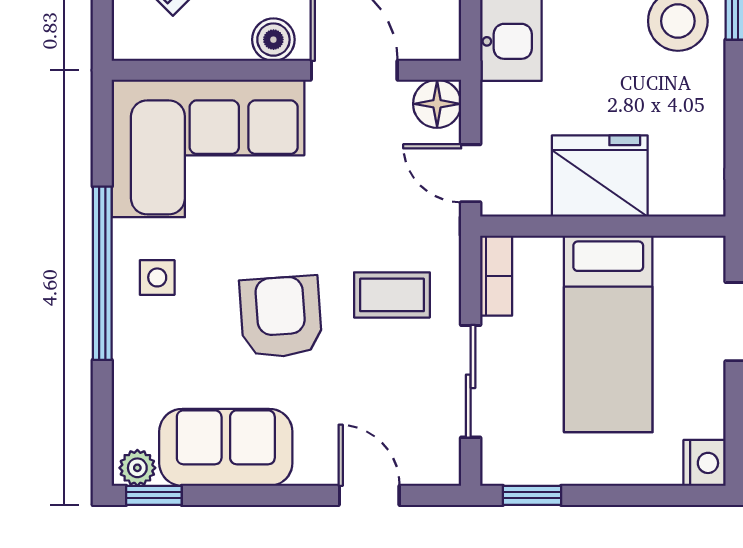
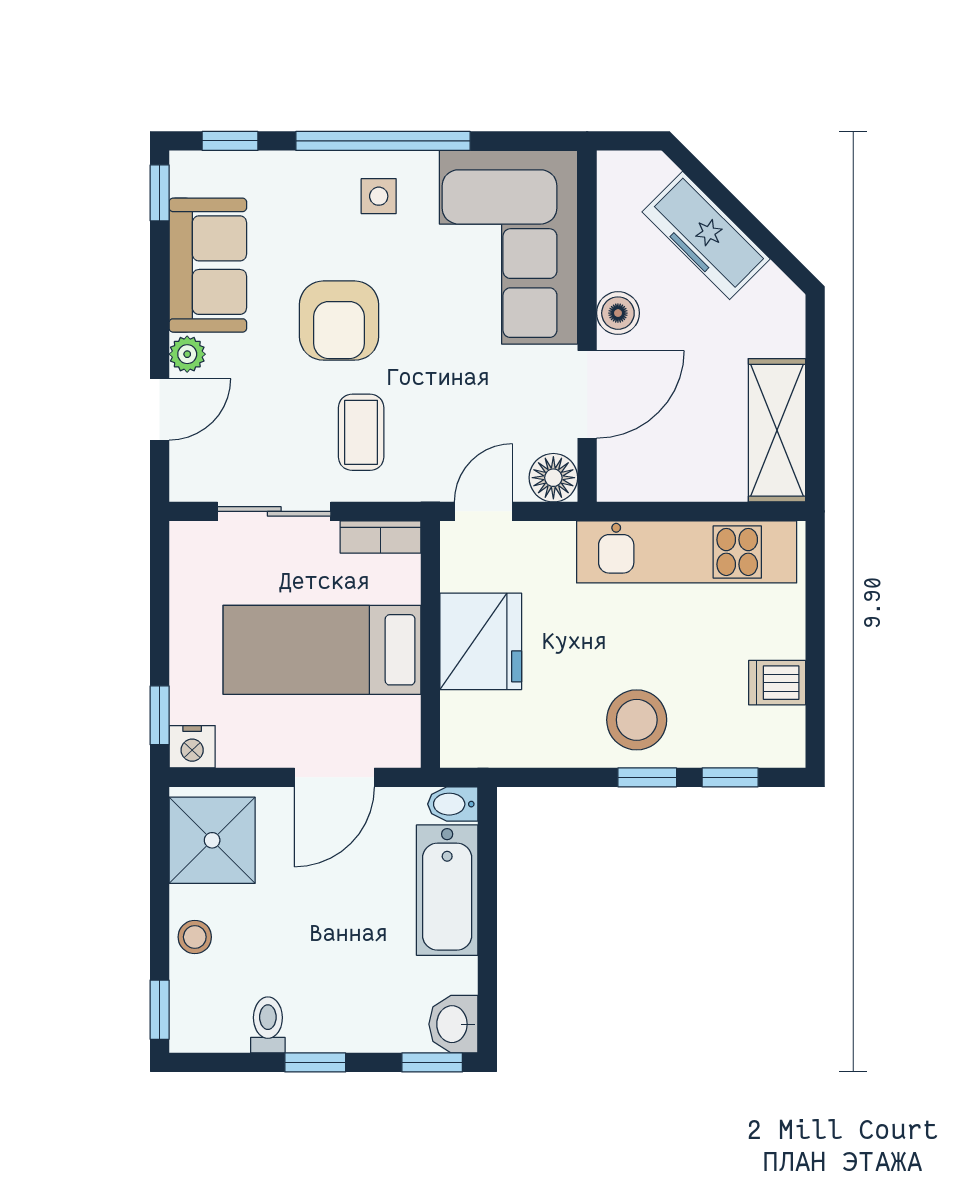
armchair: (281, 317) -> (339, 321), turned 94
window: (102, 425) -> (230, 141), added
plant: (137, 468) -> (187, 354), moved
window: (532, 495) -> (160, 715), moved

